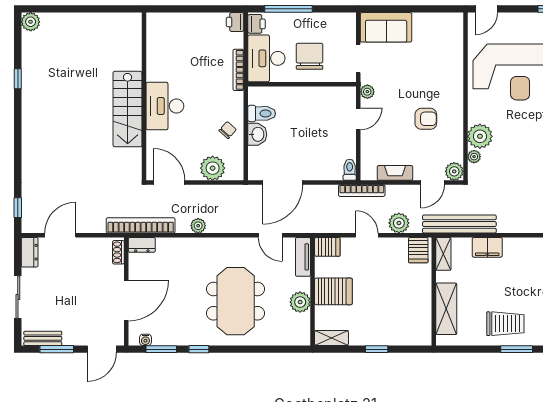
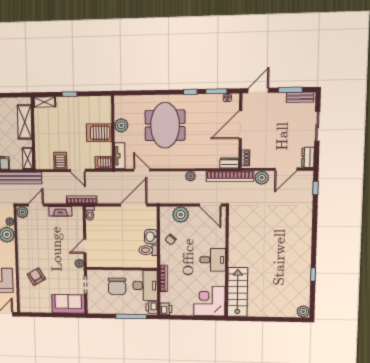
corner desk: (169, 36) -> (209, 301), added
desk: (165, 106) -> (213, 260), width x0.73
stairs: (128, 109) -> (238, 292), moved
armchair: (426, 119) -> (36, 277), moved, turned 60
plant: (399, 223) -> (262, 178), moved
server rack: (418, 250) -> (60, 161), moved
shelving: (331, 338) -> (44, 102), moved

